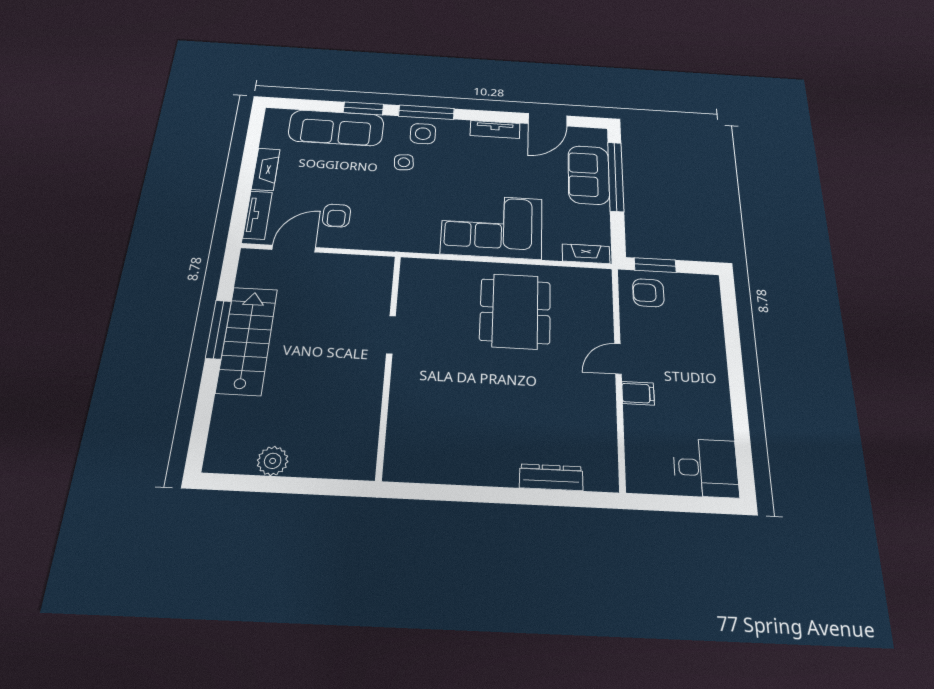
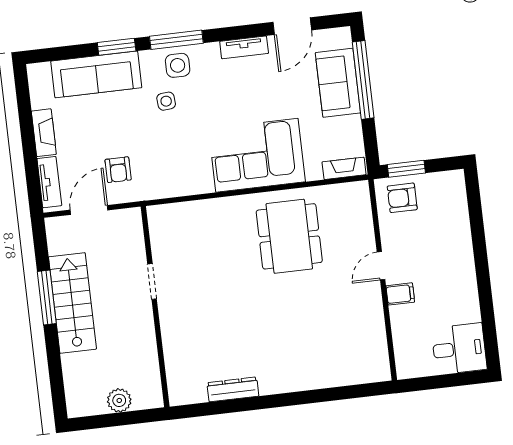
doorway: (391, 335) -> (152, 282), moved
wall: (389, 362) -> (155, 307), moved
dresser: (551, 477) -> (233, 389), moved

